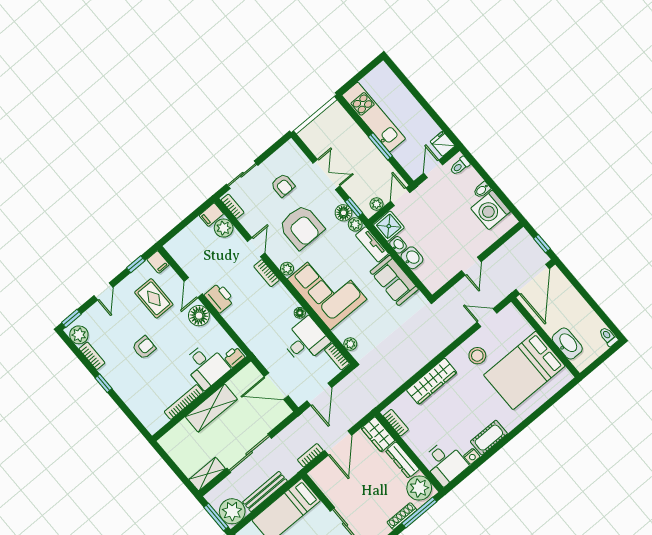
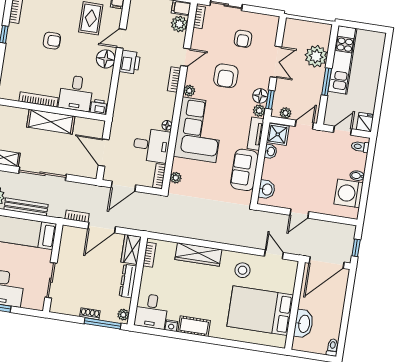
plant: (351, 137) -> (316, 56), added
armchair: (301, 227) -> (226, 76), width x0.73, depth x0.73
washbasin: (412, 258) -> (267, 189), moved
plant: (419, 488) -> (123, 315), width x0.53, depth x0.53
shoe rack: (402, 516) -> (90, 314), width x0.70

